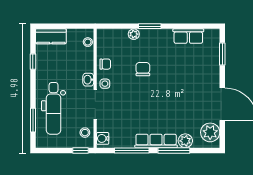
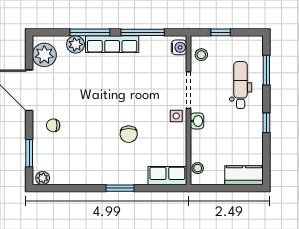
plant: (134, 34) -> (43, 178), moved
row of seats: (188, 36) -> (167, 176), moved
window: (33, 62) -> (266, 123), moved
chair: (105, 64) -> (53, 125), moved
dental chair: (54, 108) -> (241, 85), width x0.73, depth x0.72
window: (80, 150) -> (221, 32), moved

